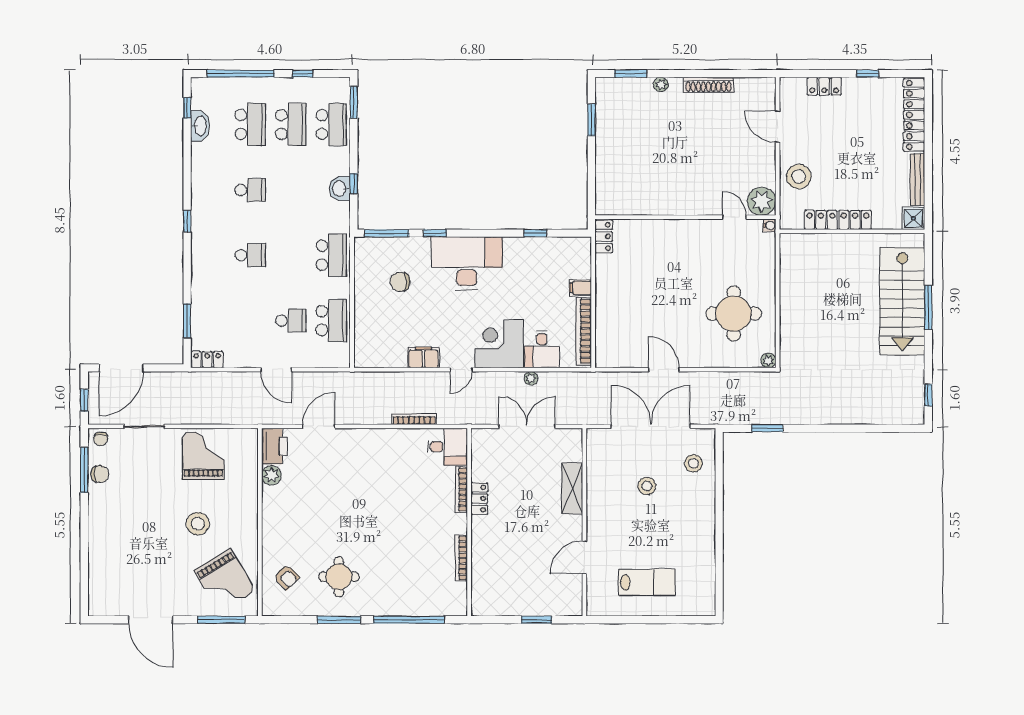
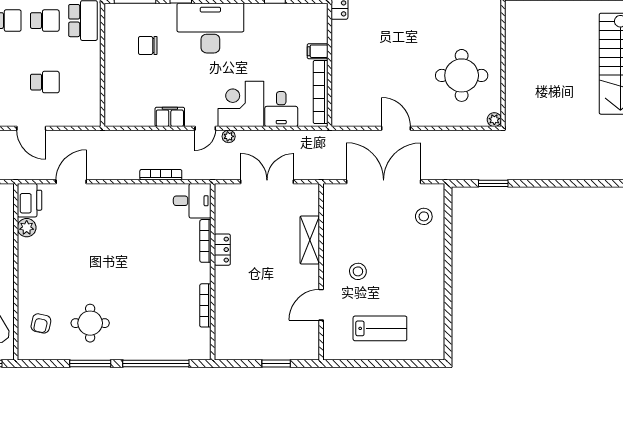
school desk: (331, 321) -> (45, 21), moved, width x0.54
plant: (531, 378) -> (229, 136), moved
stool: (647, 486) -> (358, 271), moved
armchair: (287, 577) -> (41, 323), turned 57

